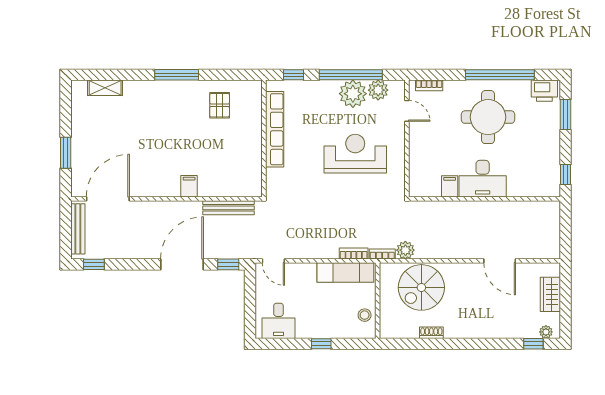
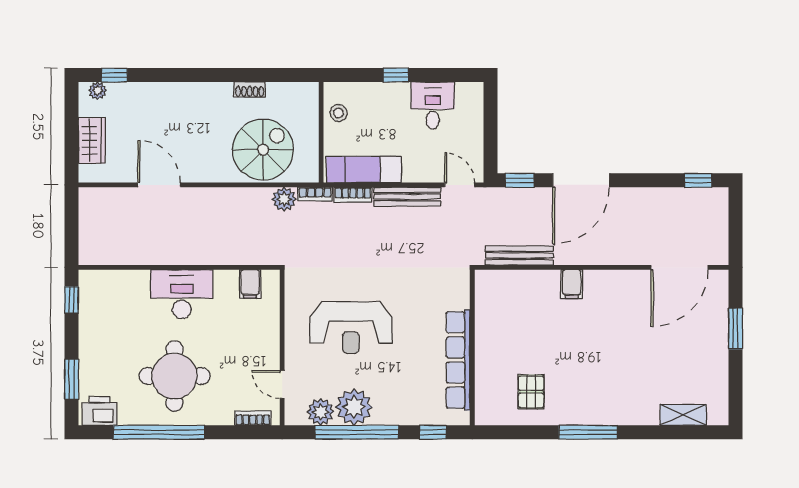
filing cabinet: (450, 186) -> (250, 284), moved
bench: (78, 229) -> (407, 197), moved, turned 90
desk: (278, 321) -> (433, 105), moved

